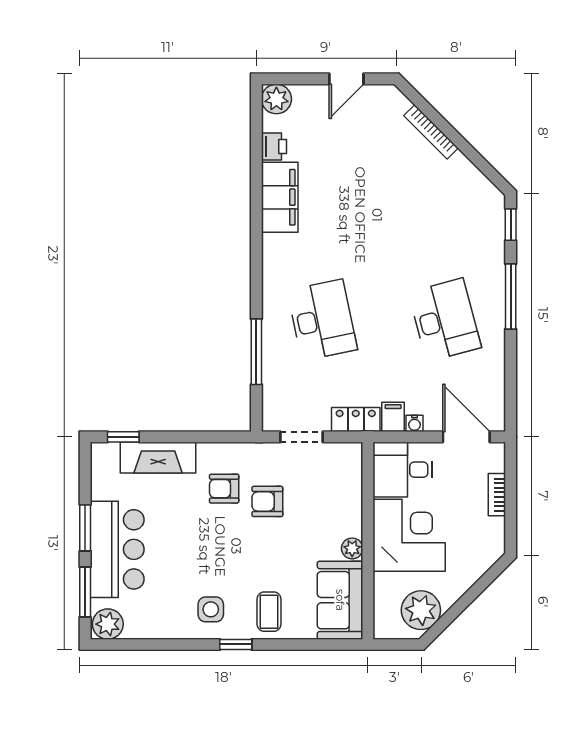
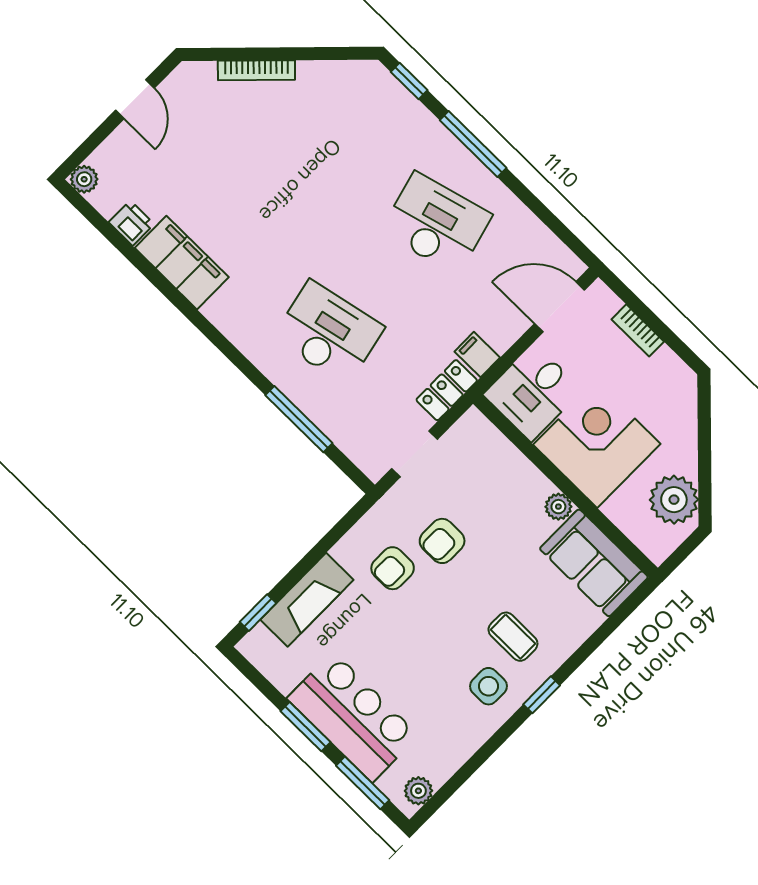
plant: (276, 99) -> (84, 179), width x0.73, depth x0.73
water cooler: (415, 423) -> (502, 341), removed
coffee table: (269, 612) -> (513, 637), moved
plant: (108, 624) -> (418, 791), width x0.73, depth x0.73

